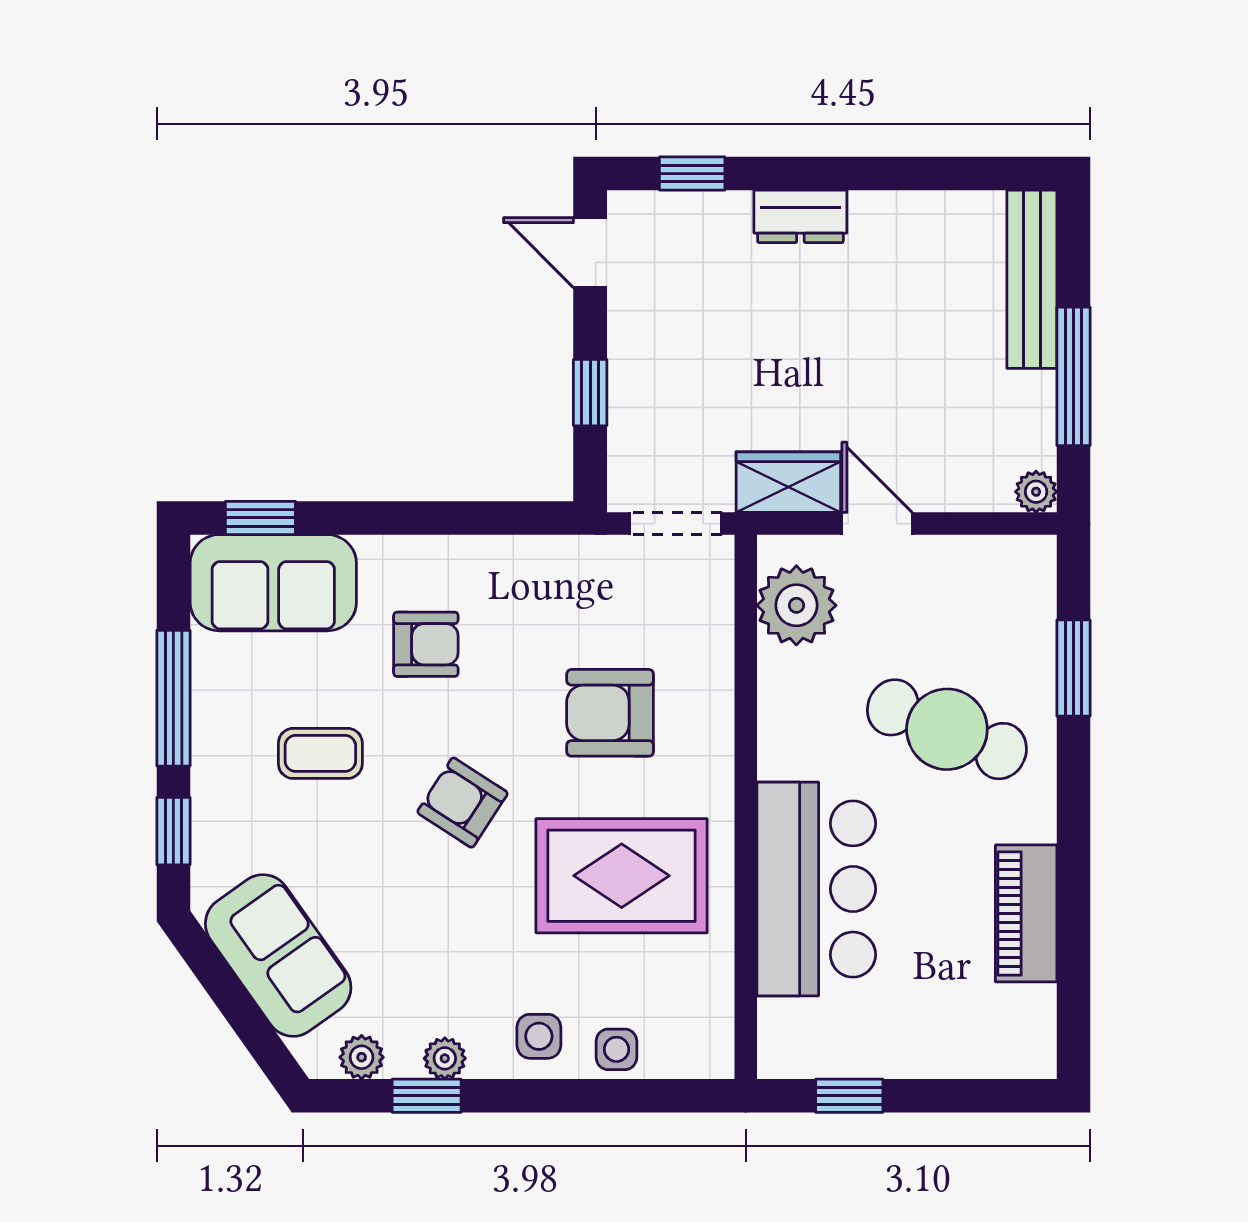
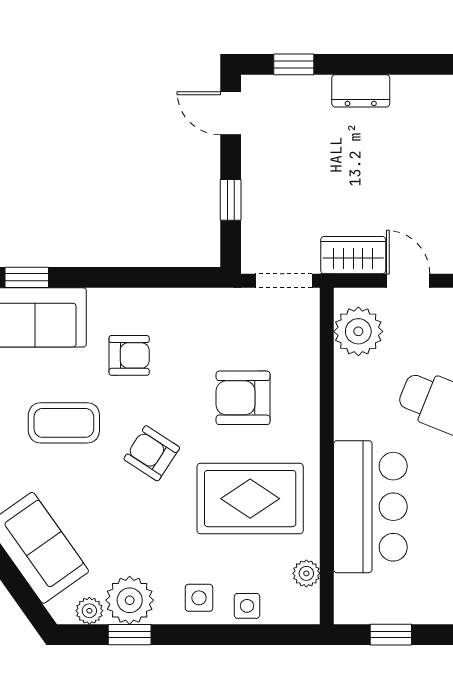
coffee table: (320, 753) -> (64, 423), width x1.36, depth x1.30
plant: (712, 997) -> (306, 573), added
plant: (445, 1058) -> (130, 600), width x1.88, depth x1.88

